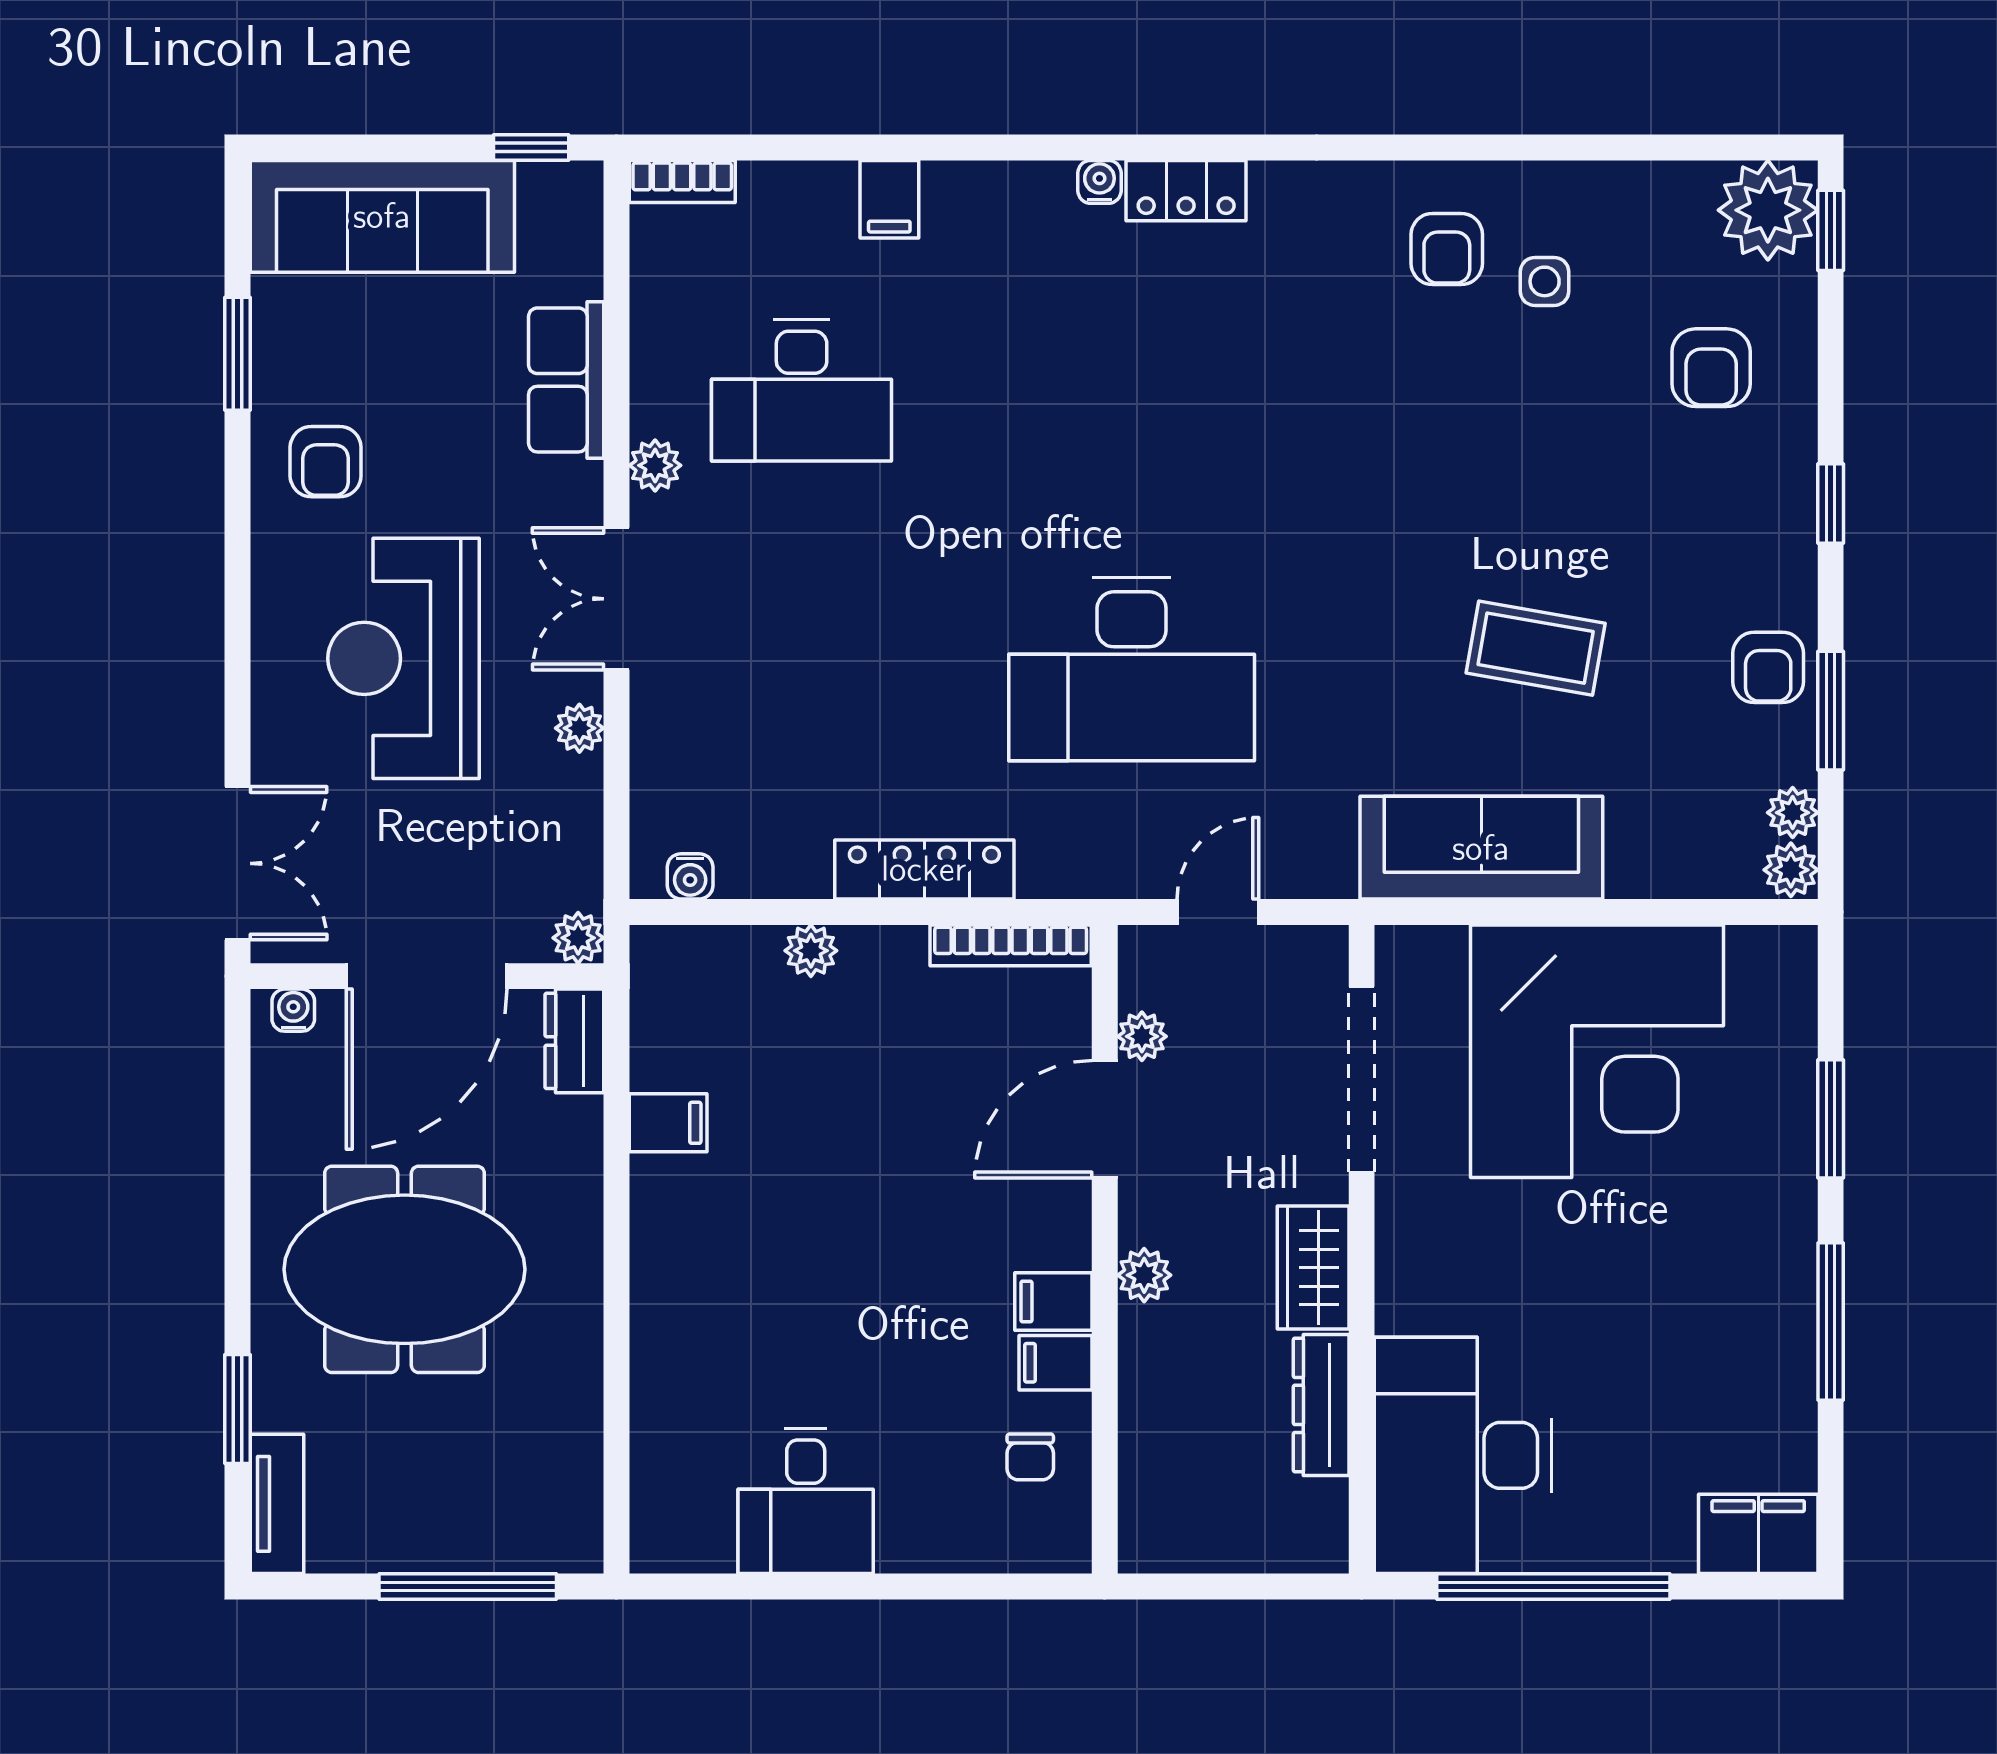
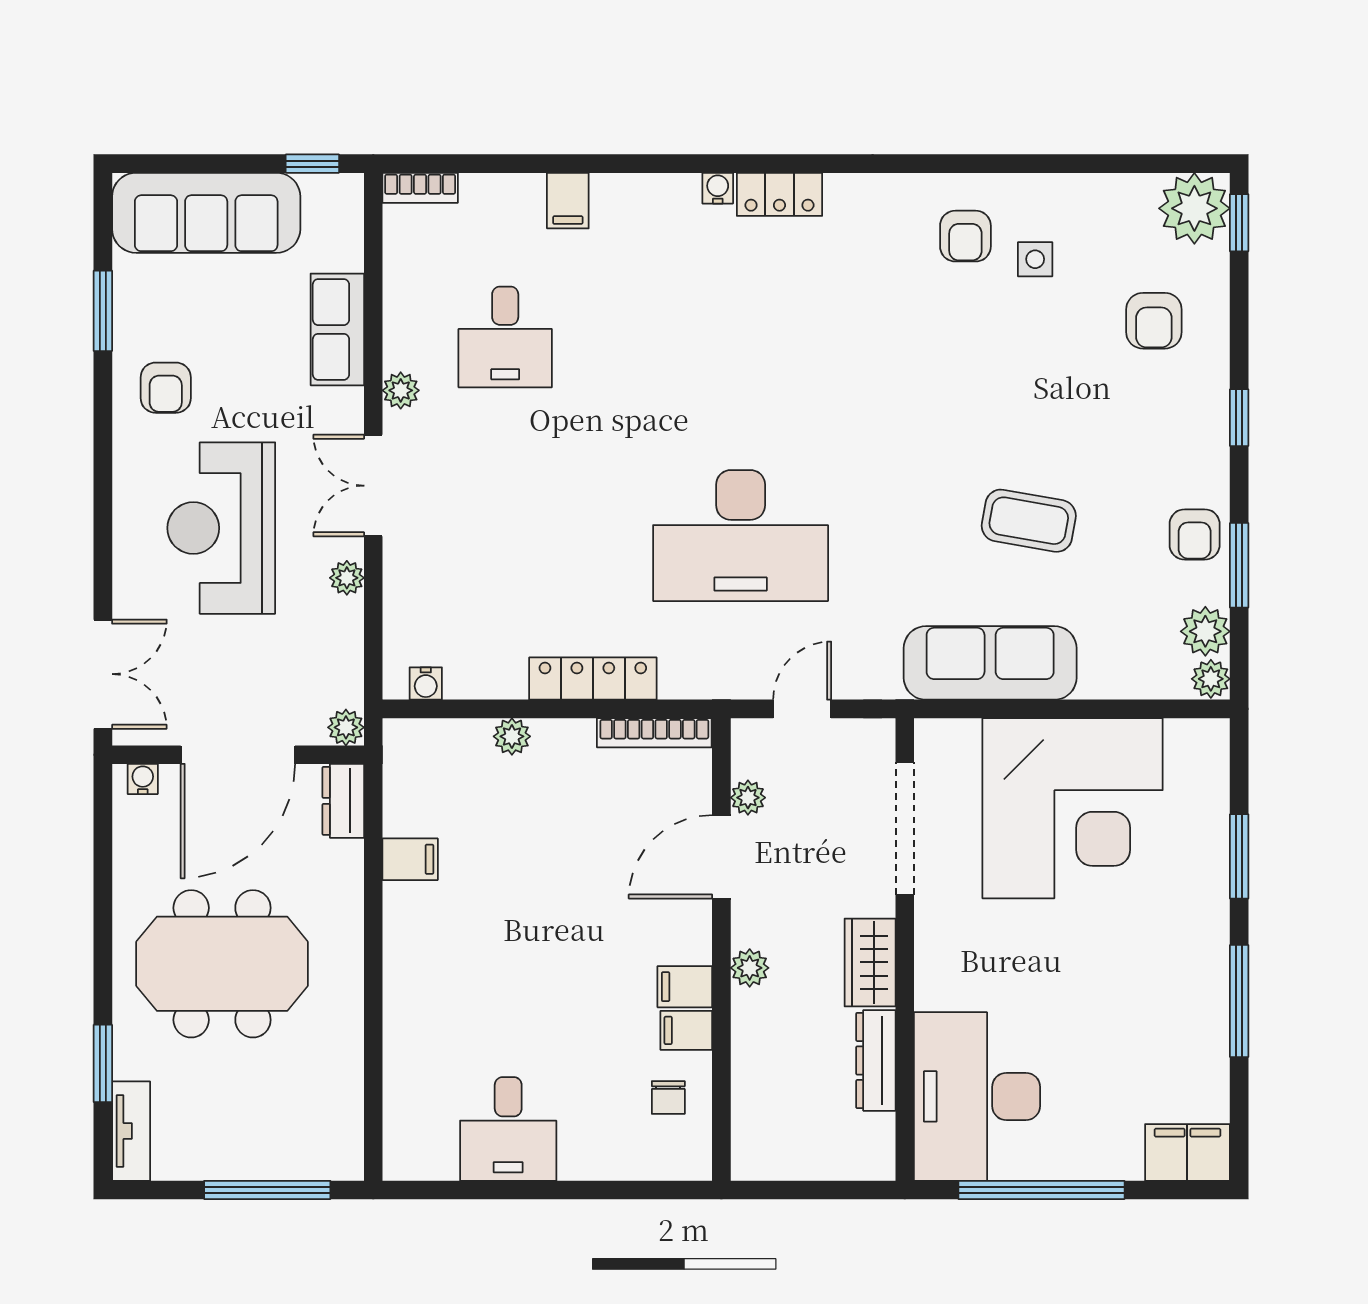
desk: (802, 390) -> (505, 337), width x0.73
plant: (1793, 813) -> (1205, 631), width x1.38, depth x1.38

